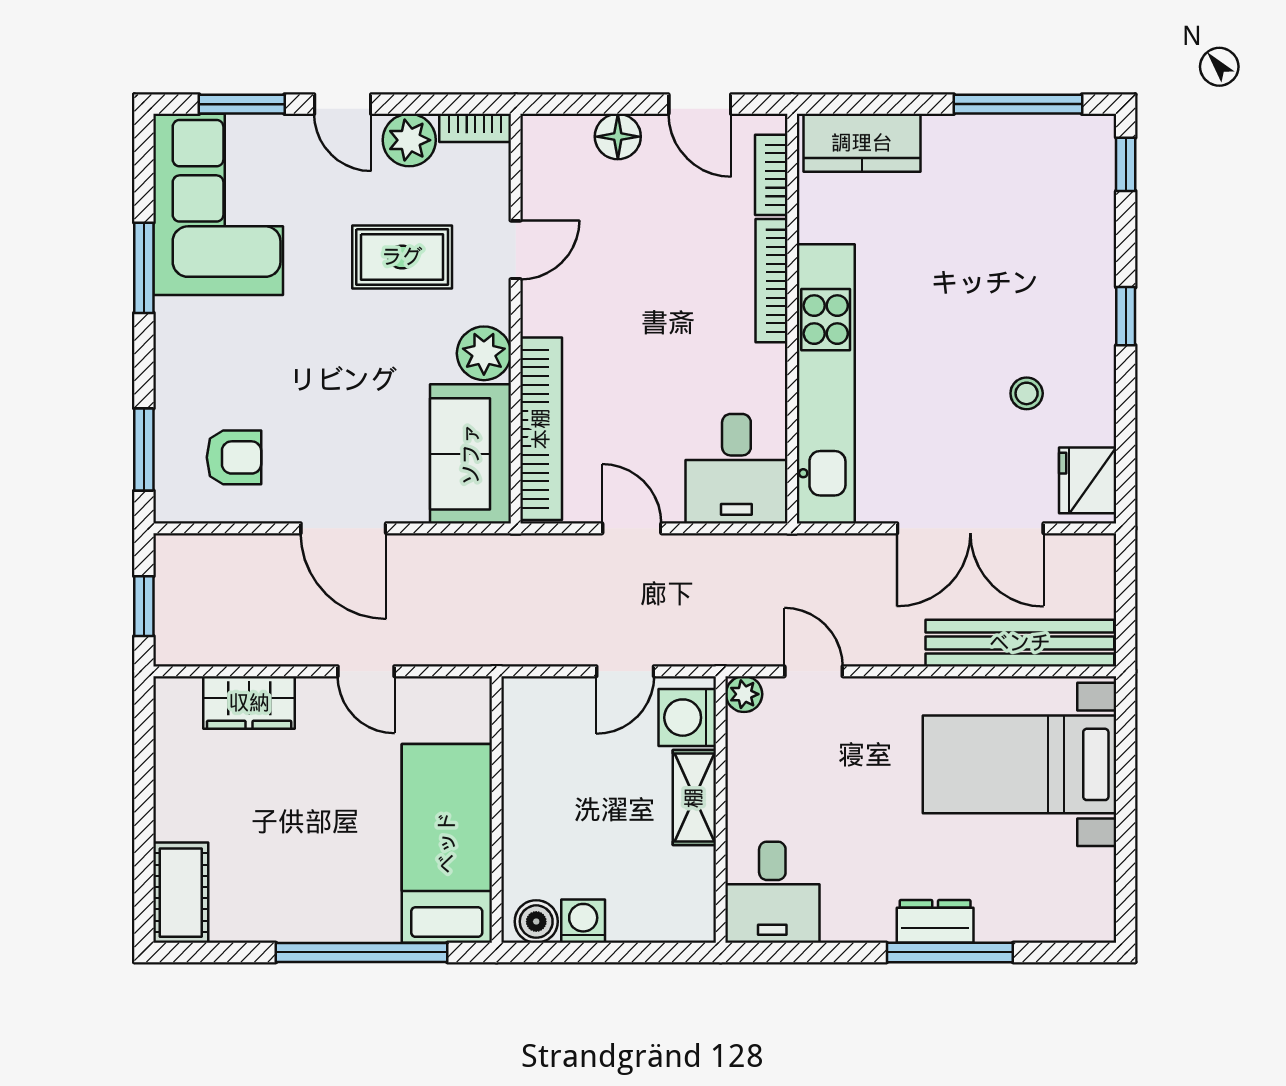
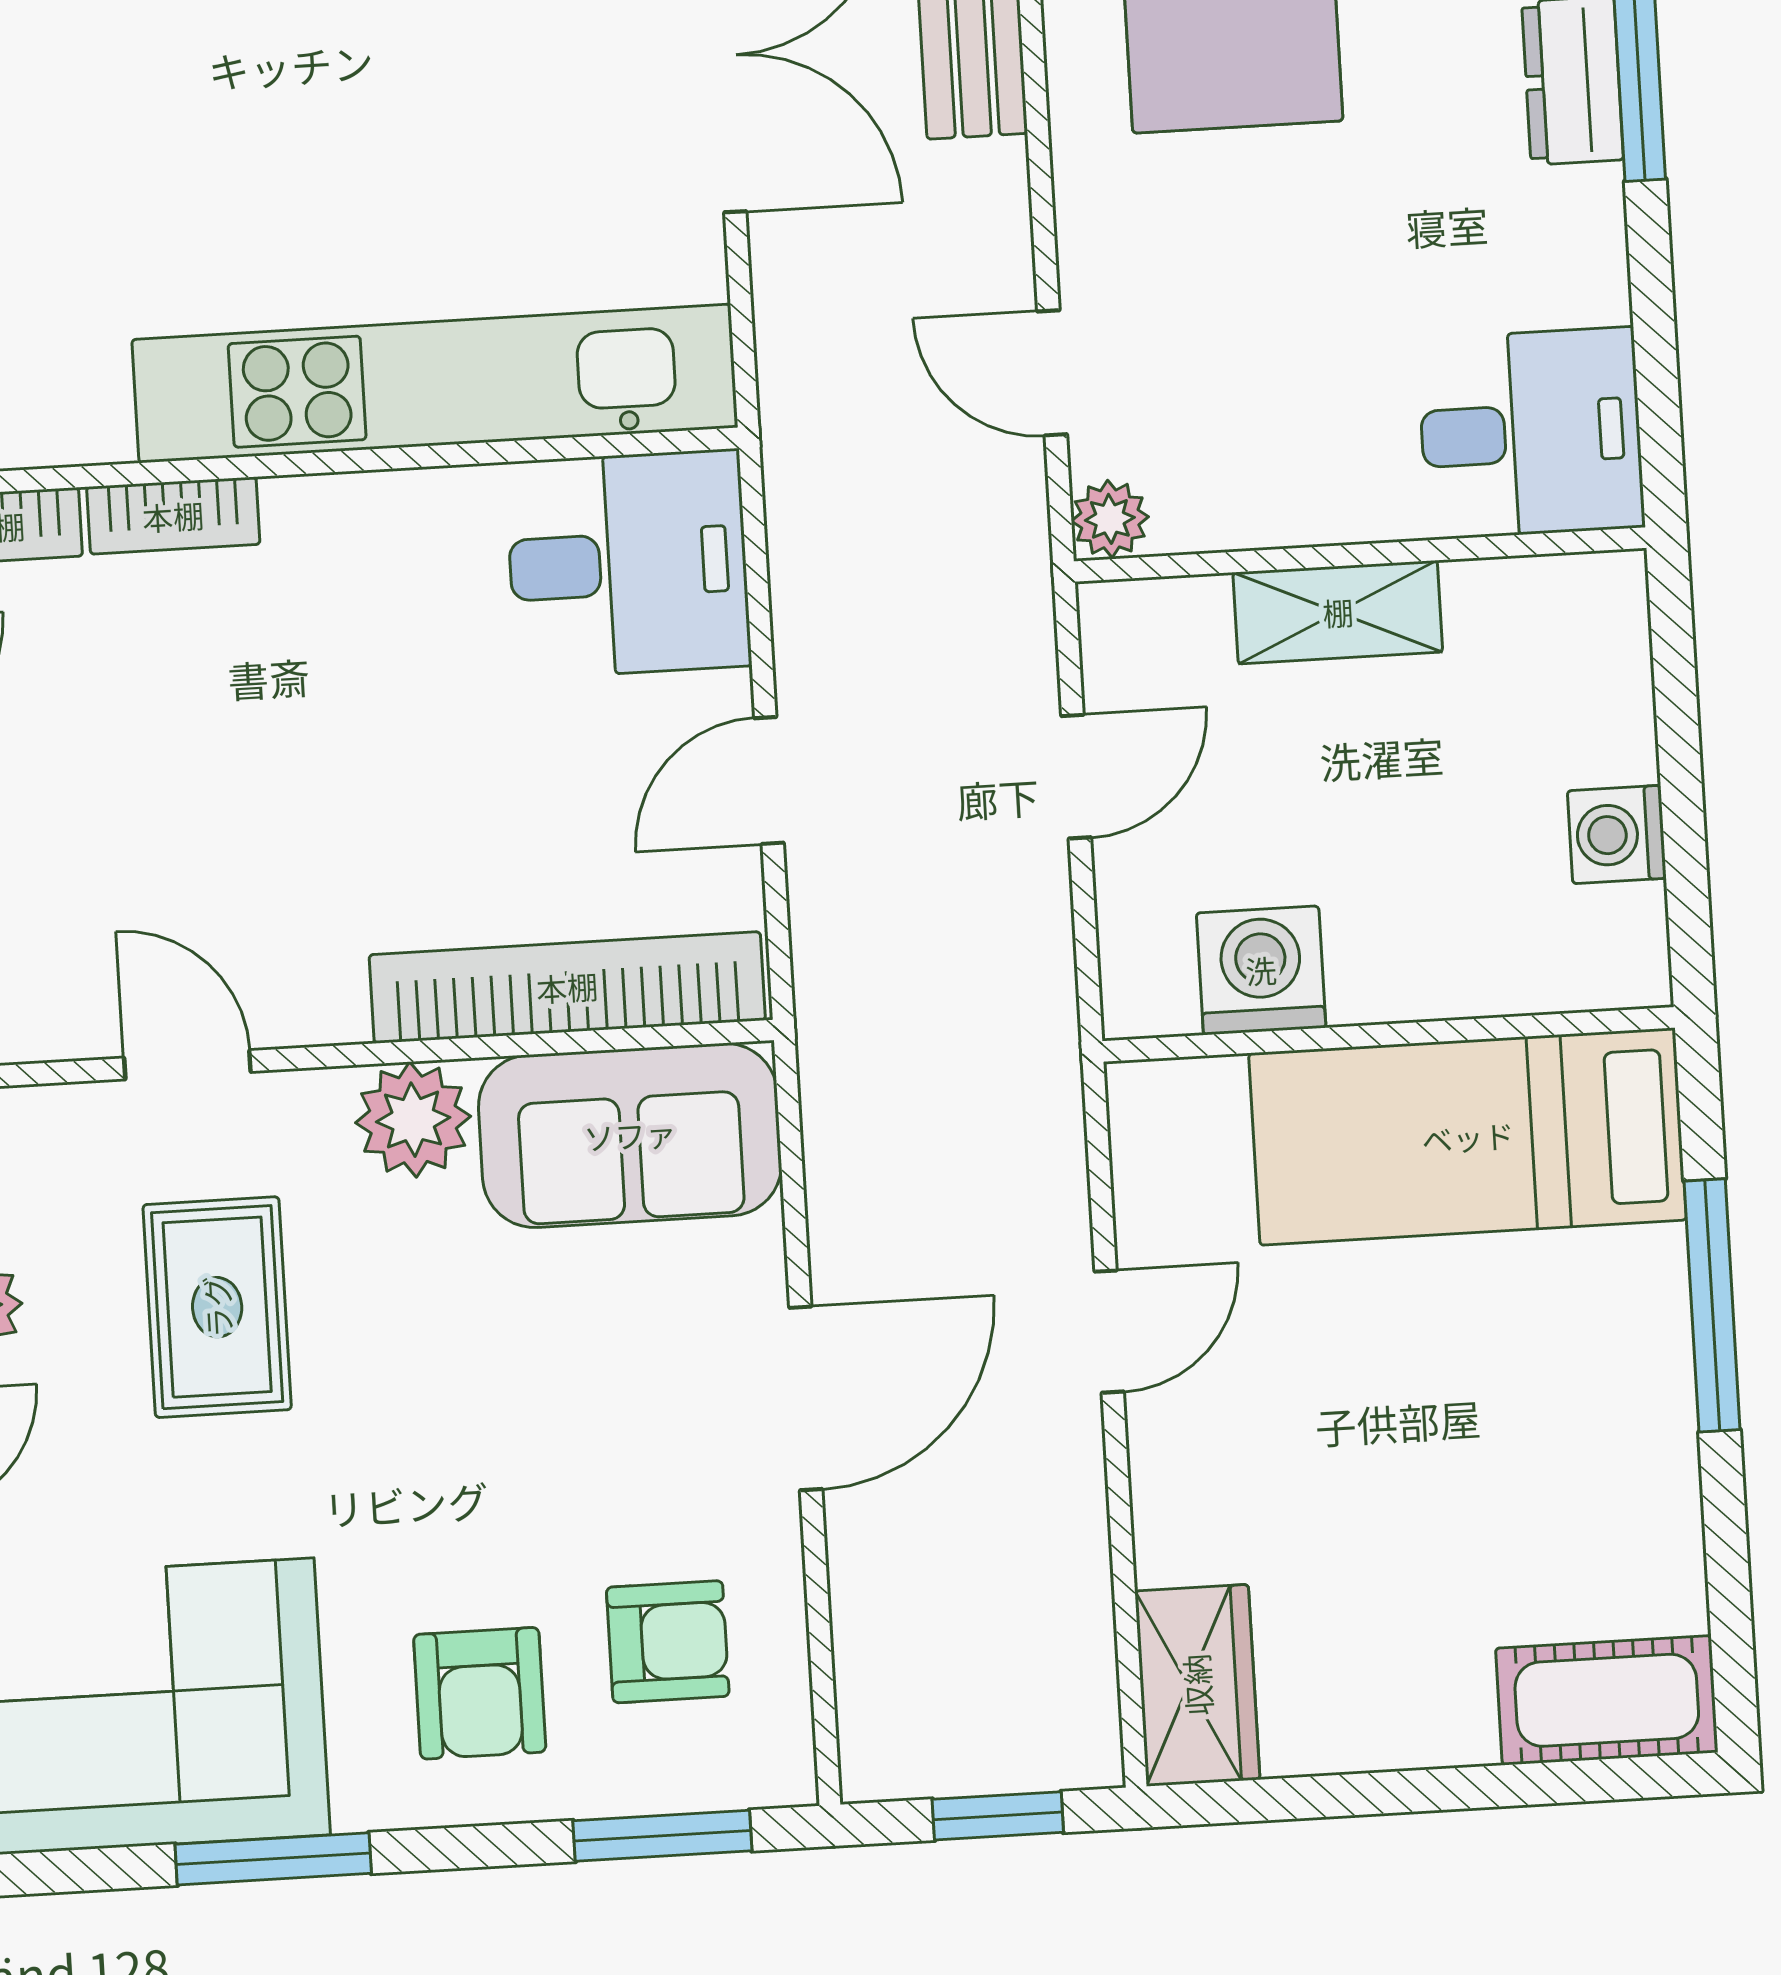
bookcase: (771, 281) -> (173, 516), width x0.64
armchair: (215, 368) -> (480, 1693), added
armchair: (234, 457) -> (668, 1642), turned 90
door: (625, 671) -> (1076, 777), hinge flipped
door: (814, 671) -> (1052, 373), hinge flipped
wardrobe: (249, 703) -> (1197, 1685), moved
washing machine: (687, 718) -> (1261, 970), moved, turned 180
boiler: (536, 922) -> (1624, 935), removed
window: (362, 952) -> (1712, 1305), width x0.68

